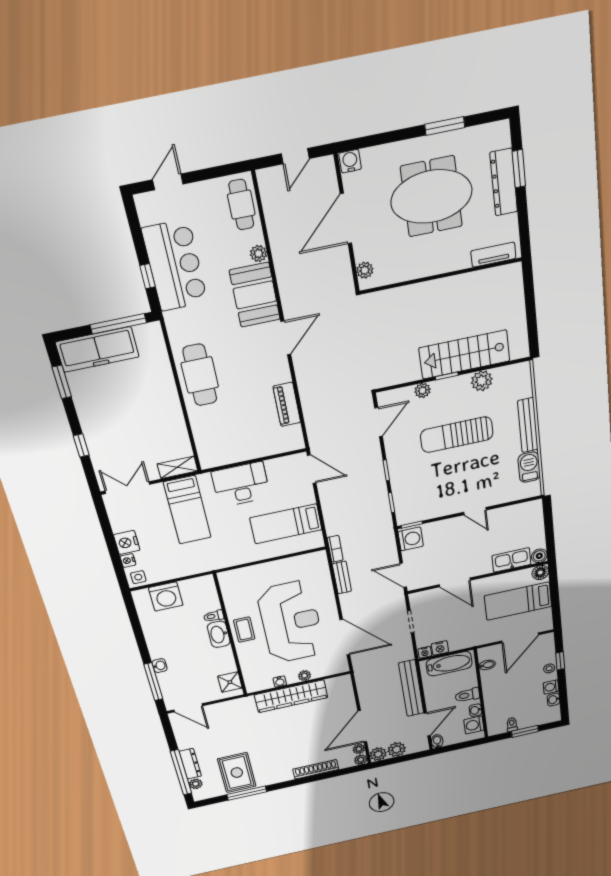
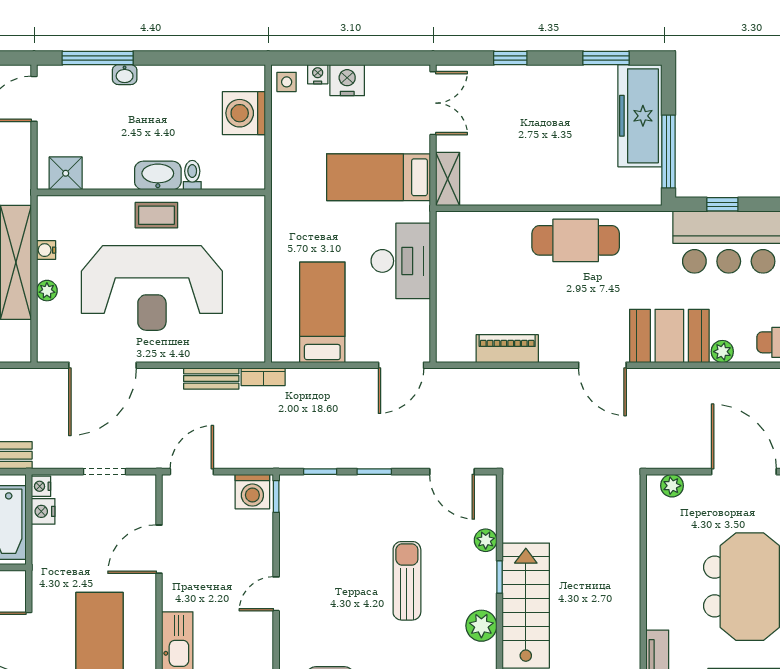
sun lounger: (457, 435) -> (407, 581), width x0.73, depth x0.75

